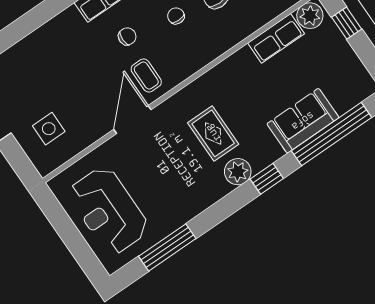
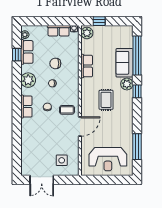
row of seats: (276, 38) -> (87, 66), moved
door: (132, 120) -> (80, 127), swing flipped
rug: (213, 133) -> (106, 100), turned 90
plant: (238, 172) -> (127, 84), moved

